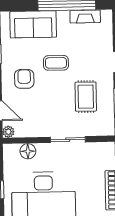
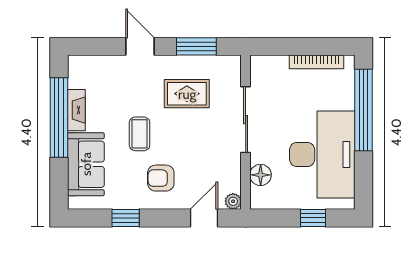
fireplace: (85, 16) -> (76, 110), moved
sliding door: (68, 140) -> (246, 120), width x1.37

